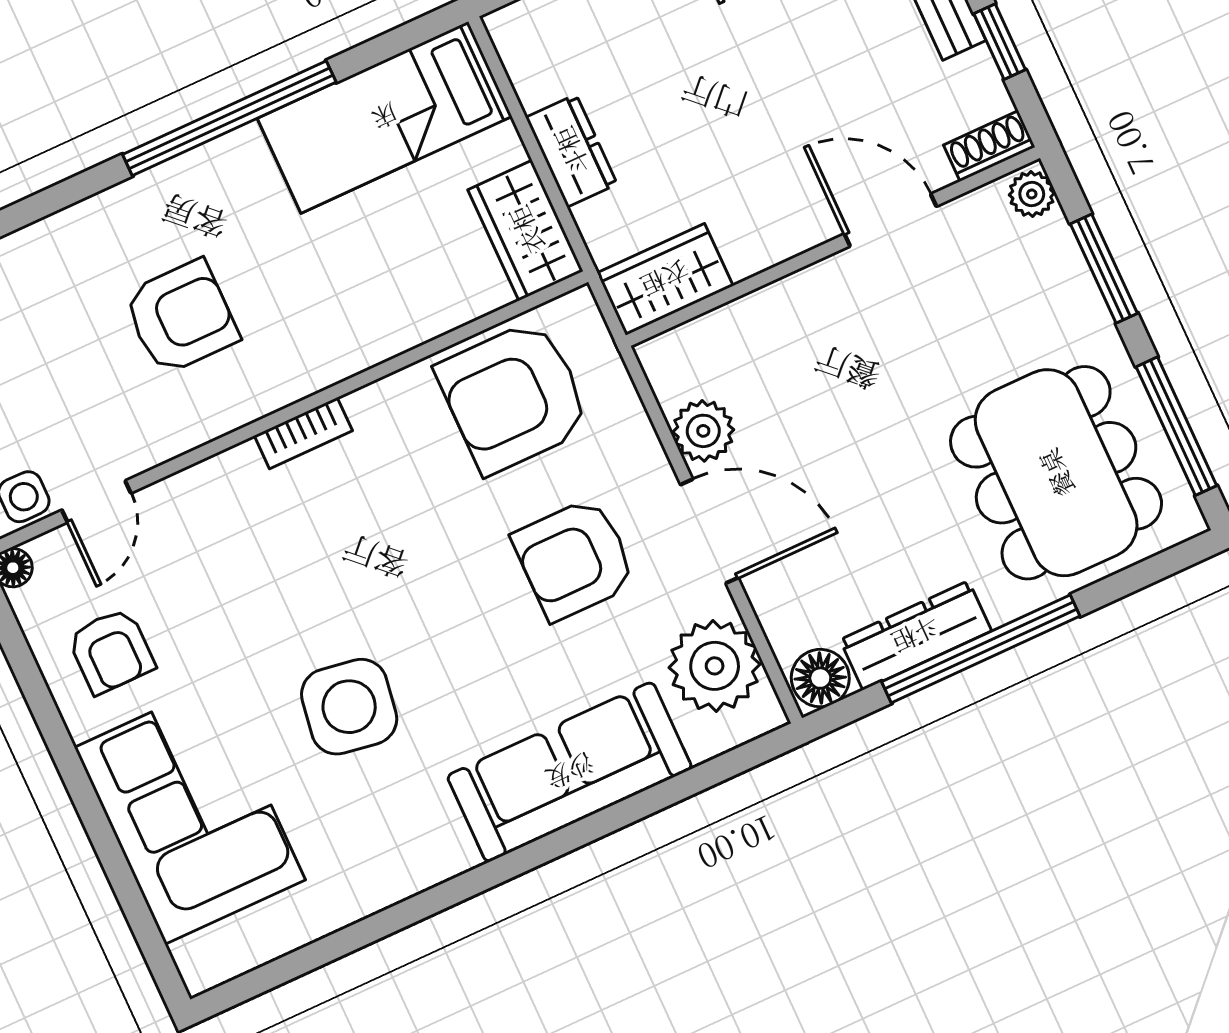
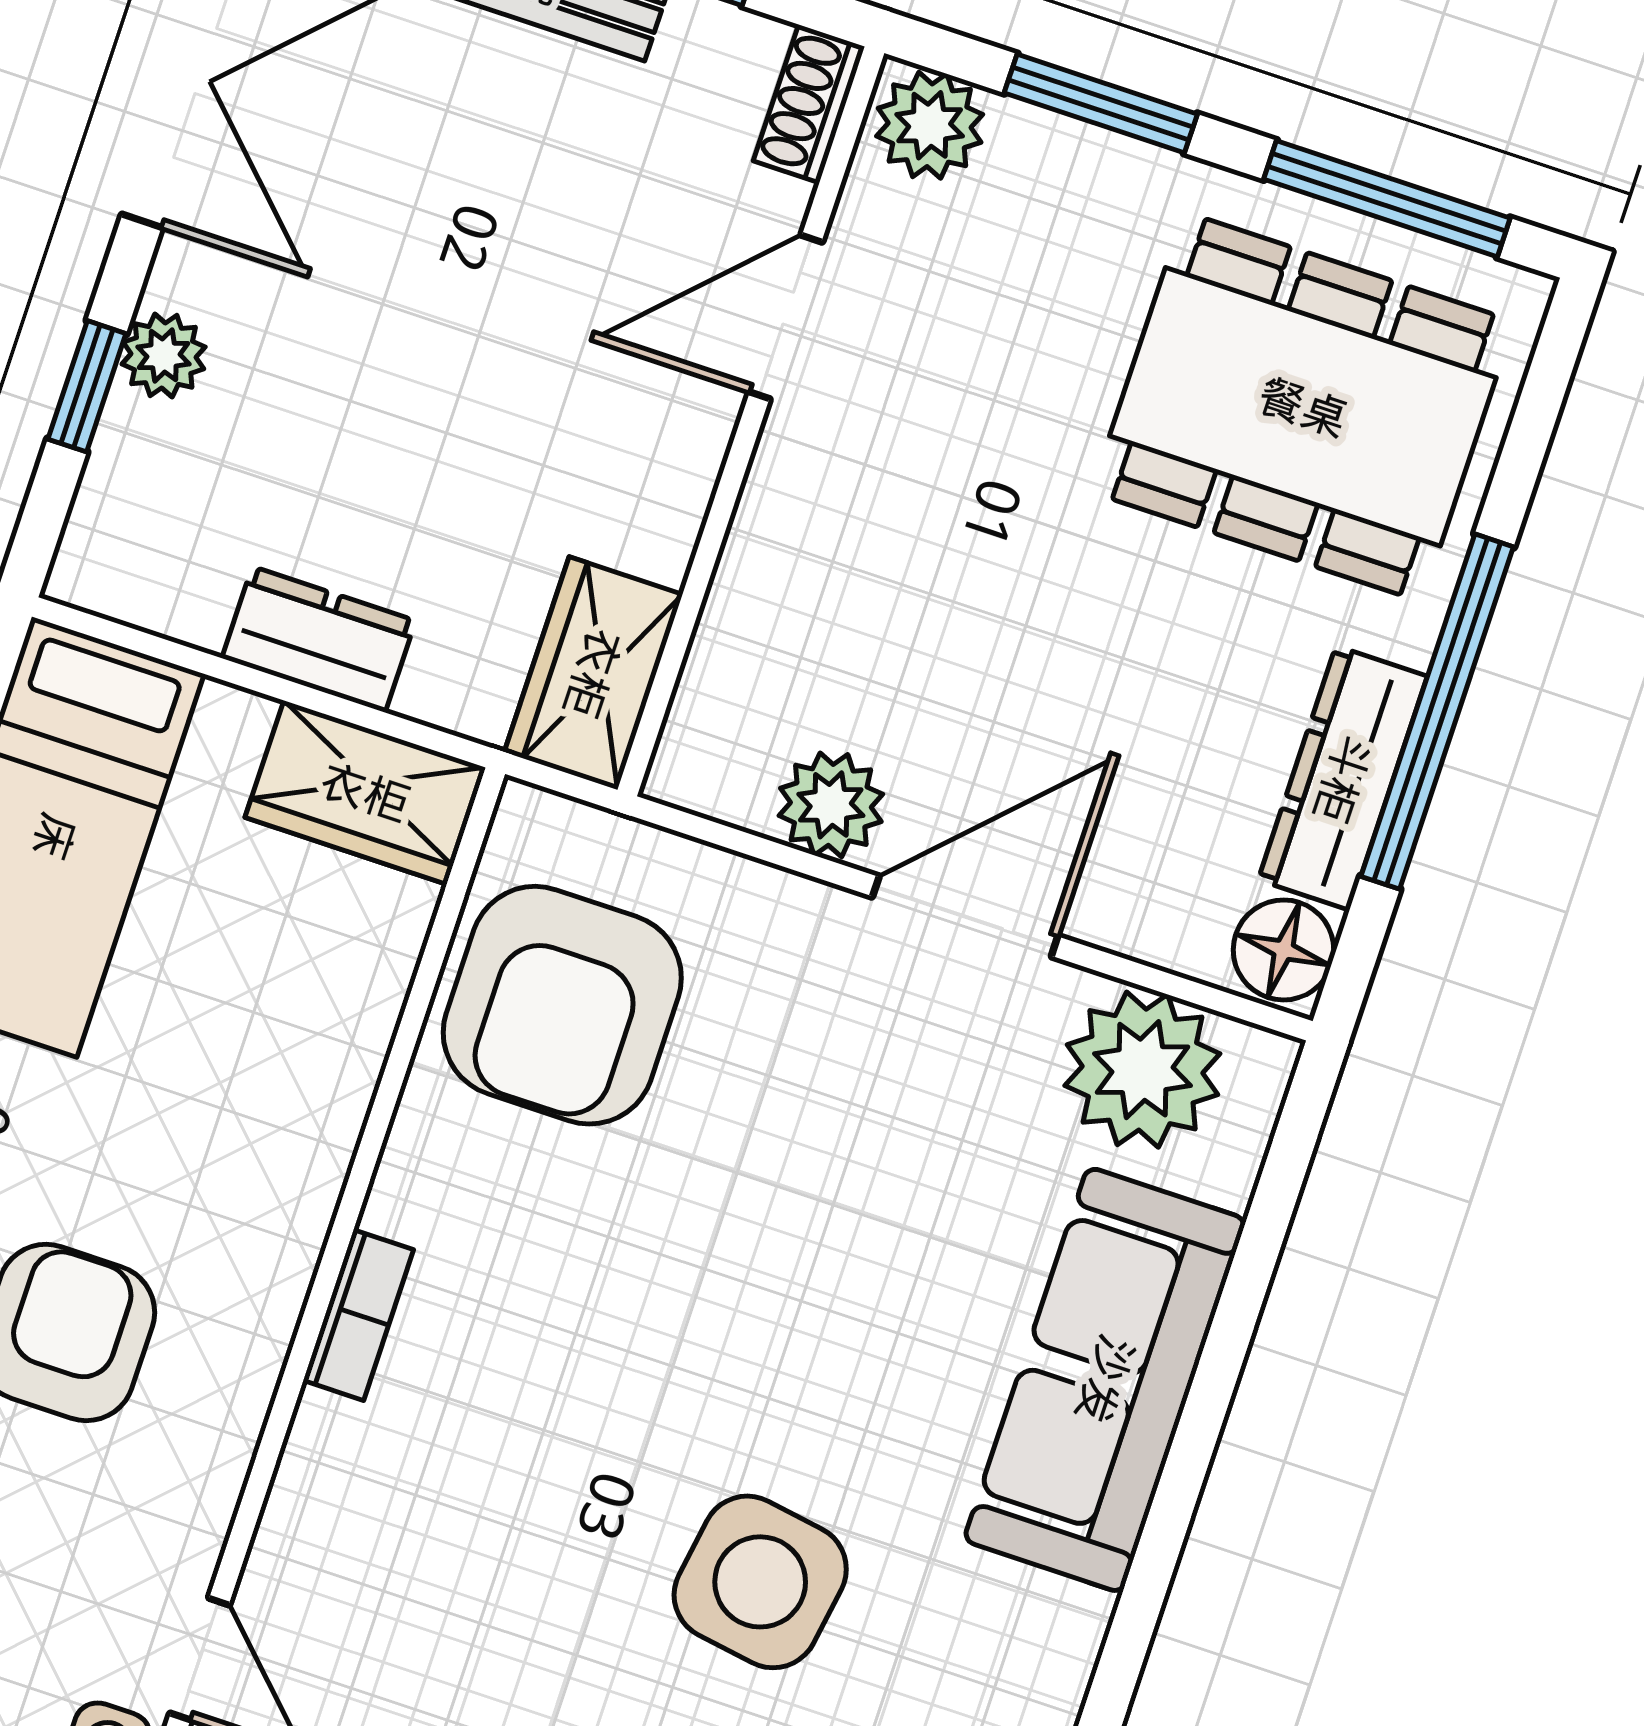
plant: (1032, 194) -> (930, 125), width x1.38, depth x1.38
armchair: (574, 559) -> (840, 1121), removed

